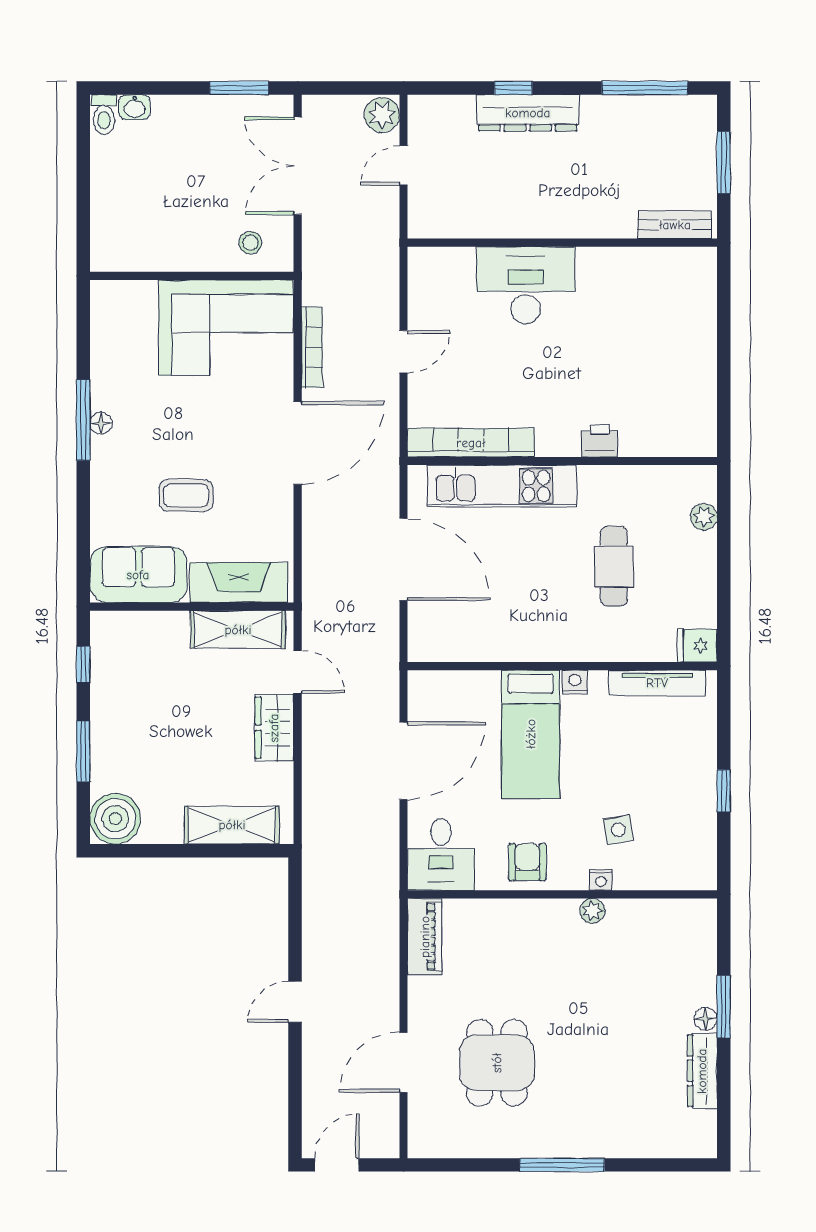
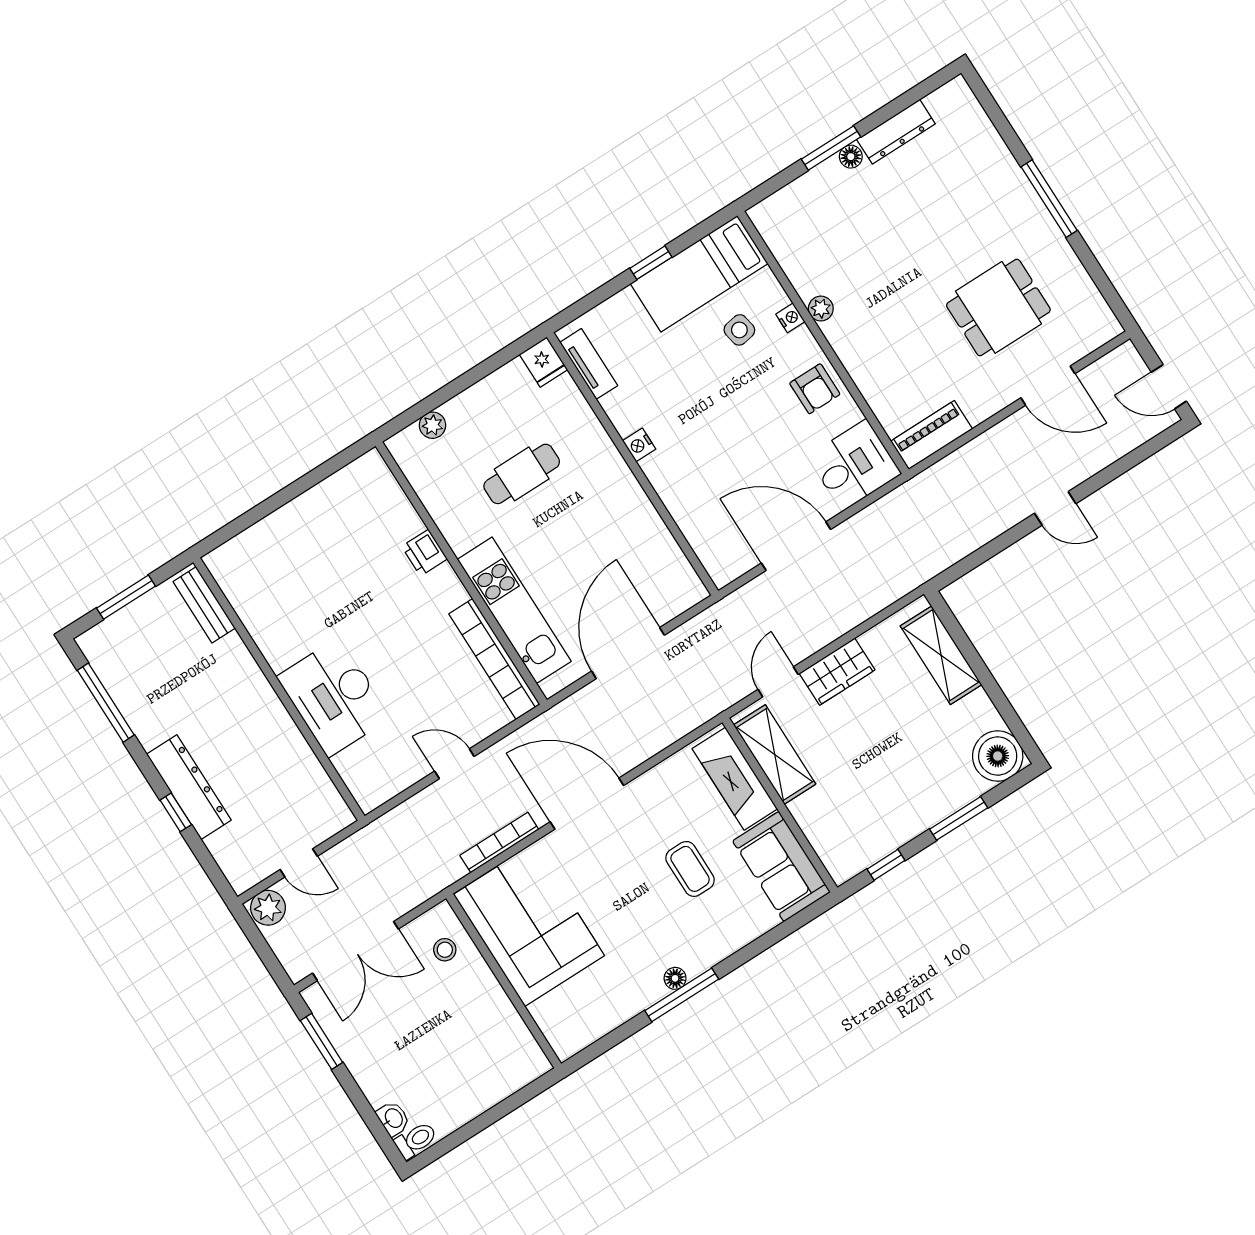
tv unit: (657, 683) -> (589, 364), width x0.71
bed: (531, 734) -> (699, 274), moved, turned 180
armchair: (527, 862) -> (815, 389), turned -90

